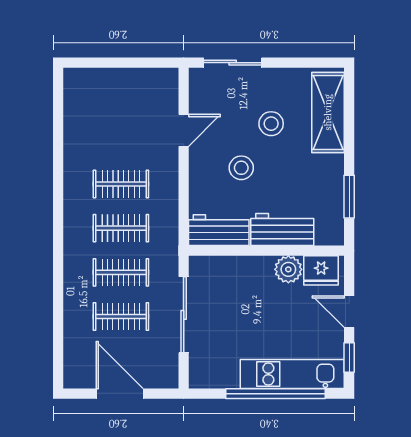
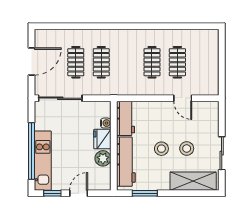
sliding door: (233, 63) -> (222, 153), moved
stool: (241, 168) -> (161, 149), moved
clothes rail: (121, 228) -> (177, 62), moved
workbench: (282, 230) -> (126, 162), width x1.38
water cooler: (227, 265) -> (106, 123), added
fridge: (321, 270) -> (102, 139), moved
sliding door: (184, 315) -> (60, 98), moved

